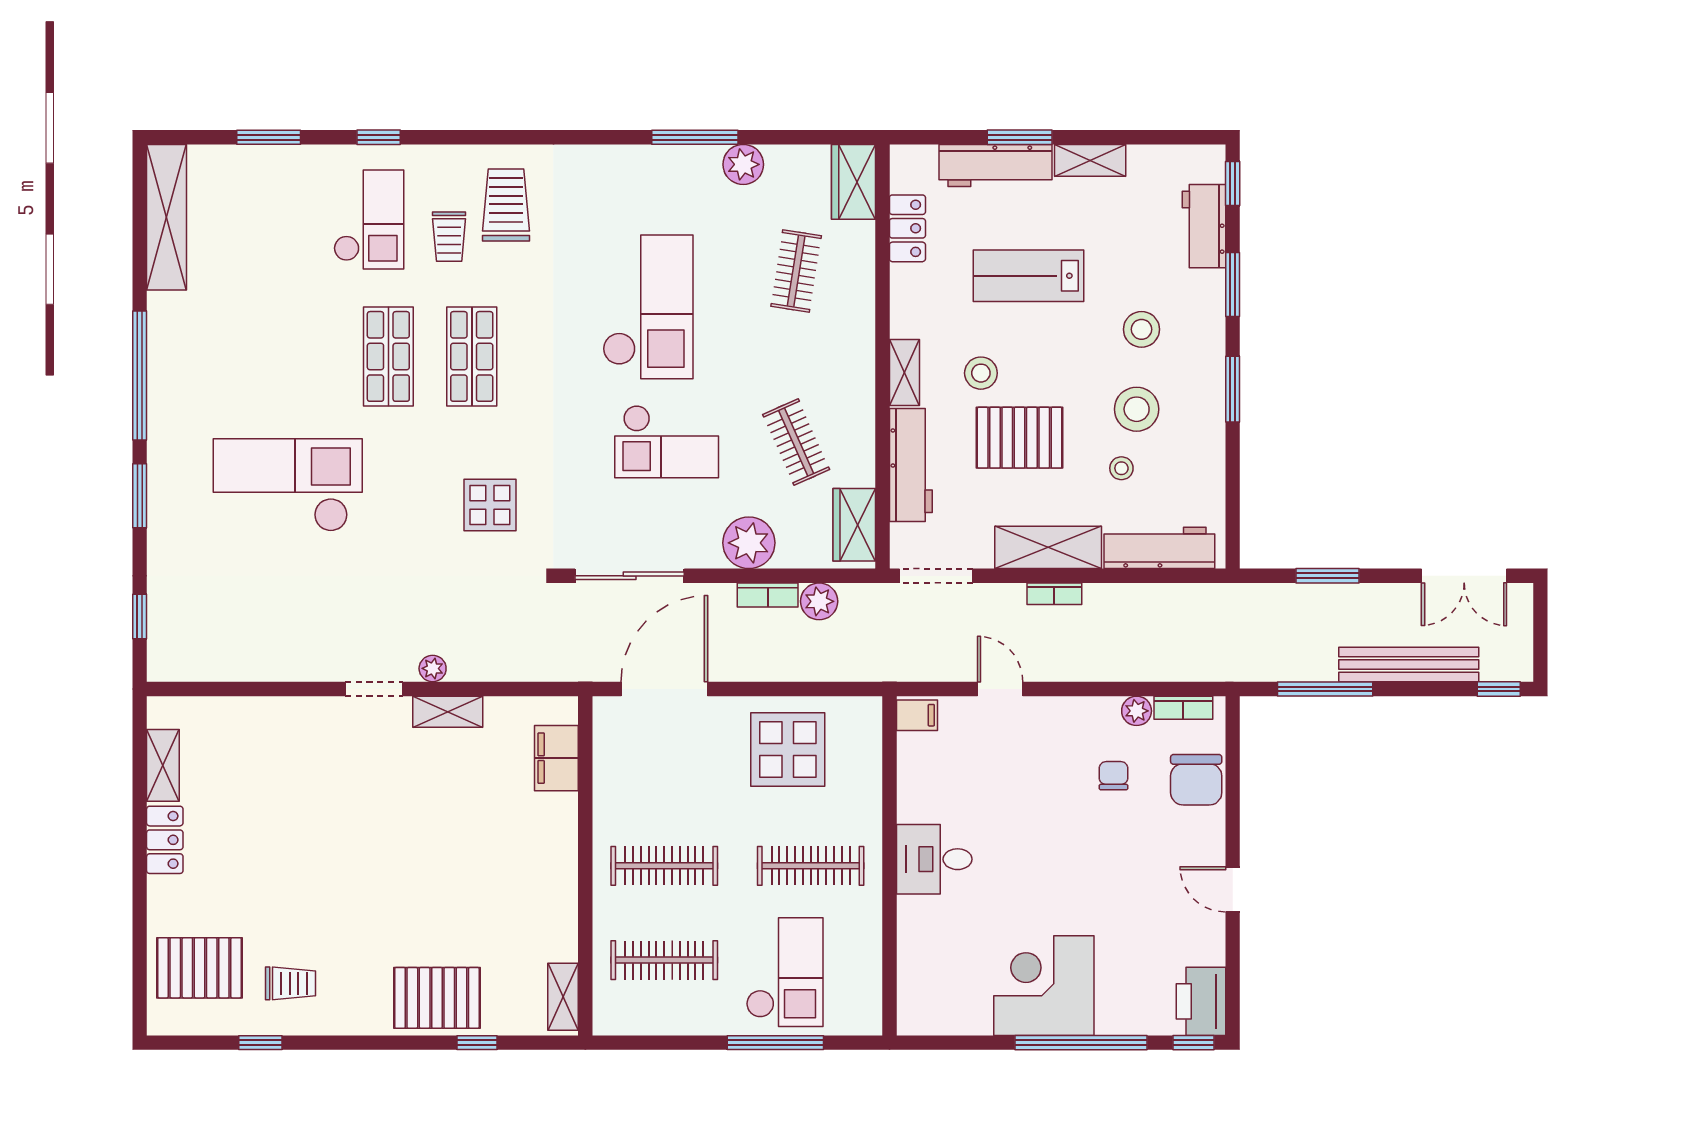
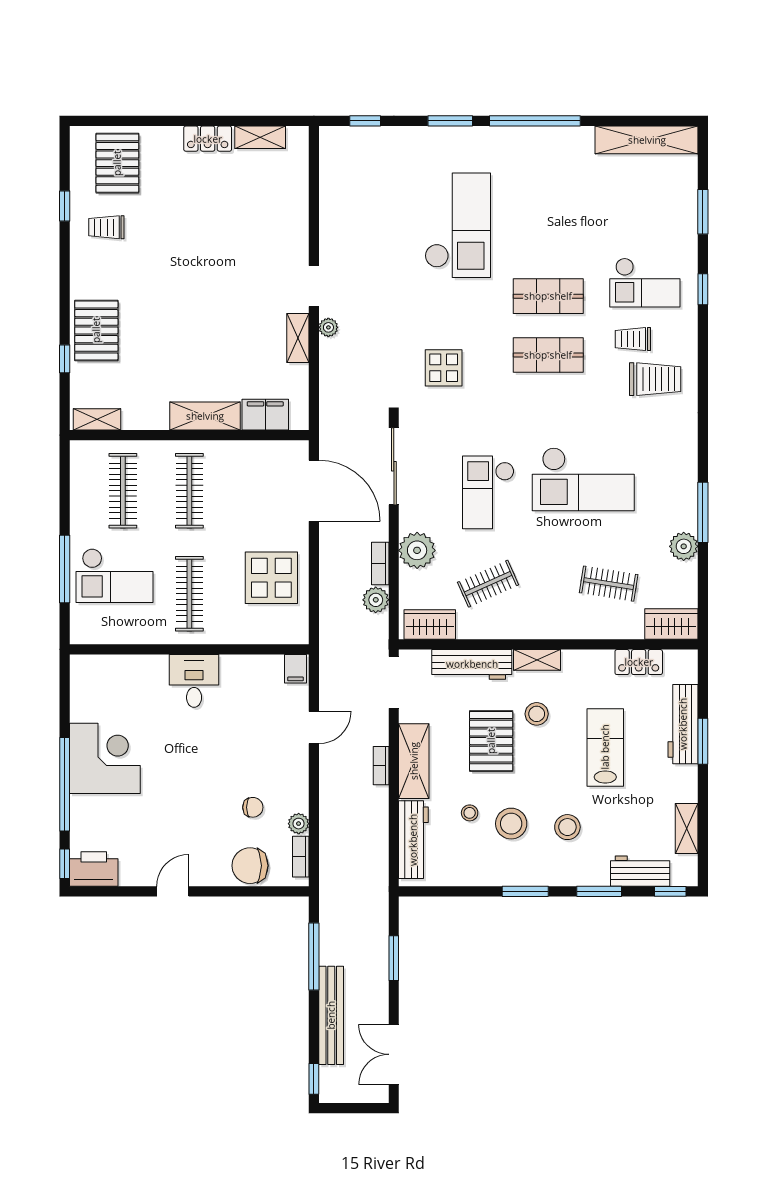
shelving: (1090, 160) -> (687, 828), moved
shelving: (558, 844) -> (205, 416), added
trolley: (290, 983) -> (106, 227), turned 90

